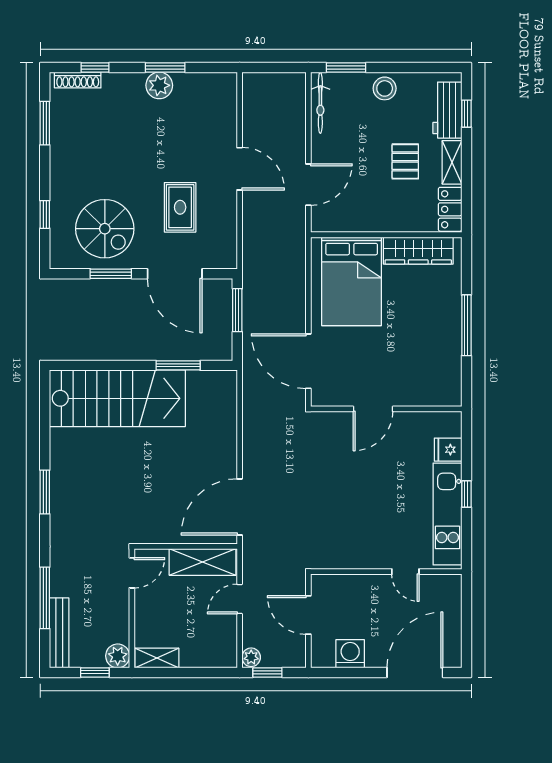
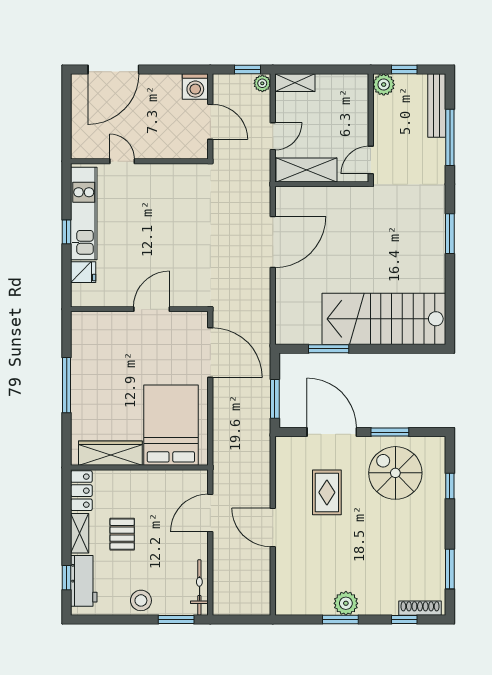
door: (240, 507) -> (273, 242), moved
washing machine: (350, 654) -> (195, 87), moved
shelving: (157, 658) -> (295, 83), moved

